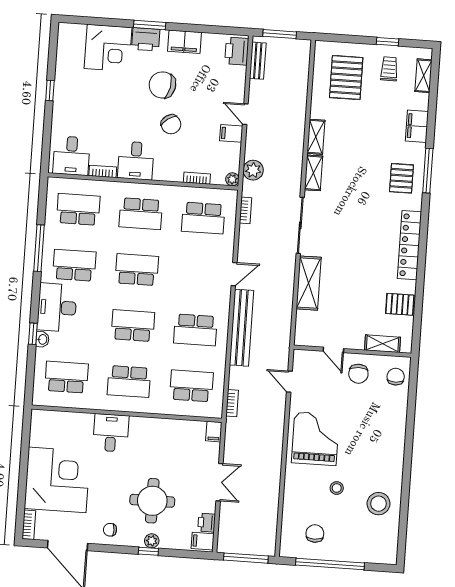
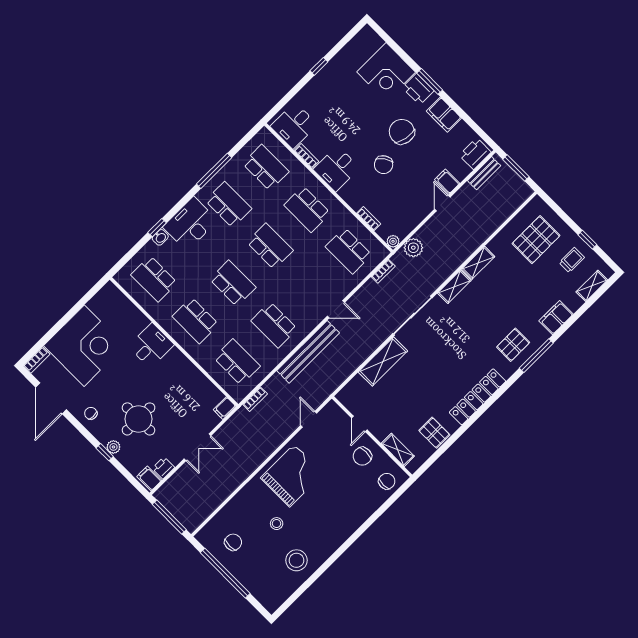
filing cabinet: (231, 133) -> (447, 182), moved
school desk: (66, 377) -> (154, 279), turned 180

